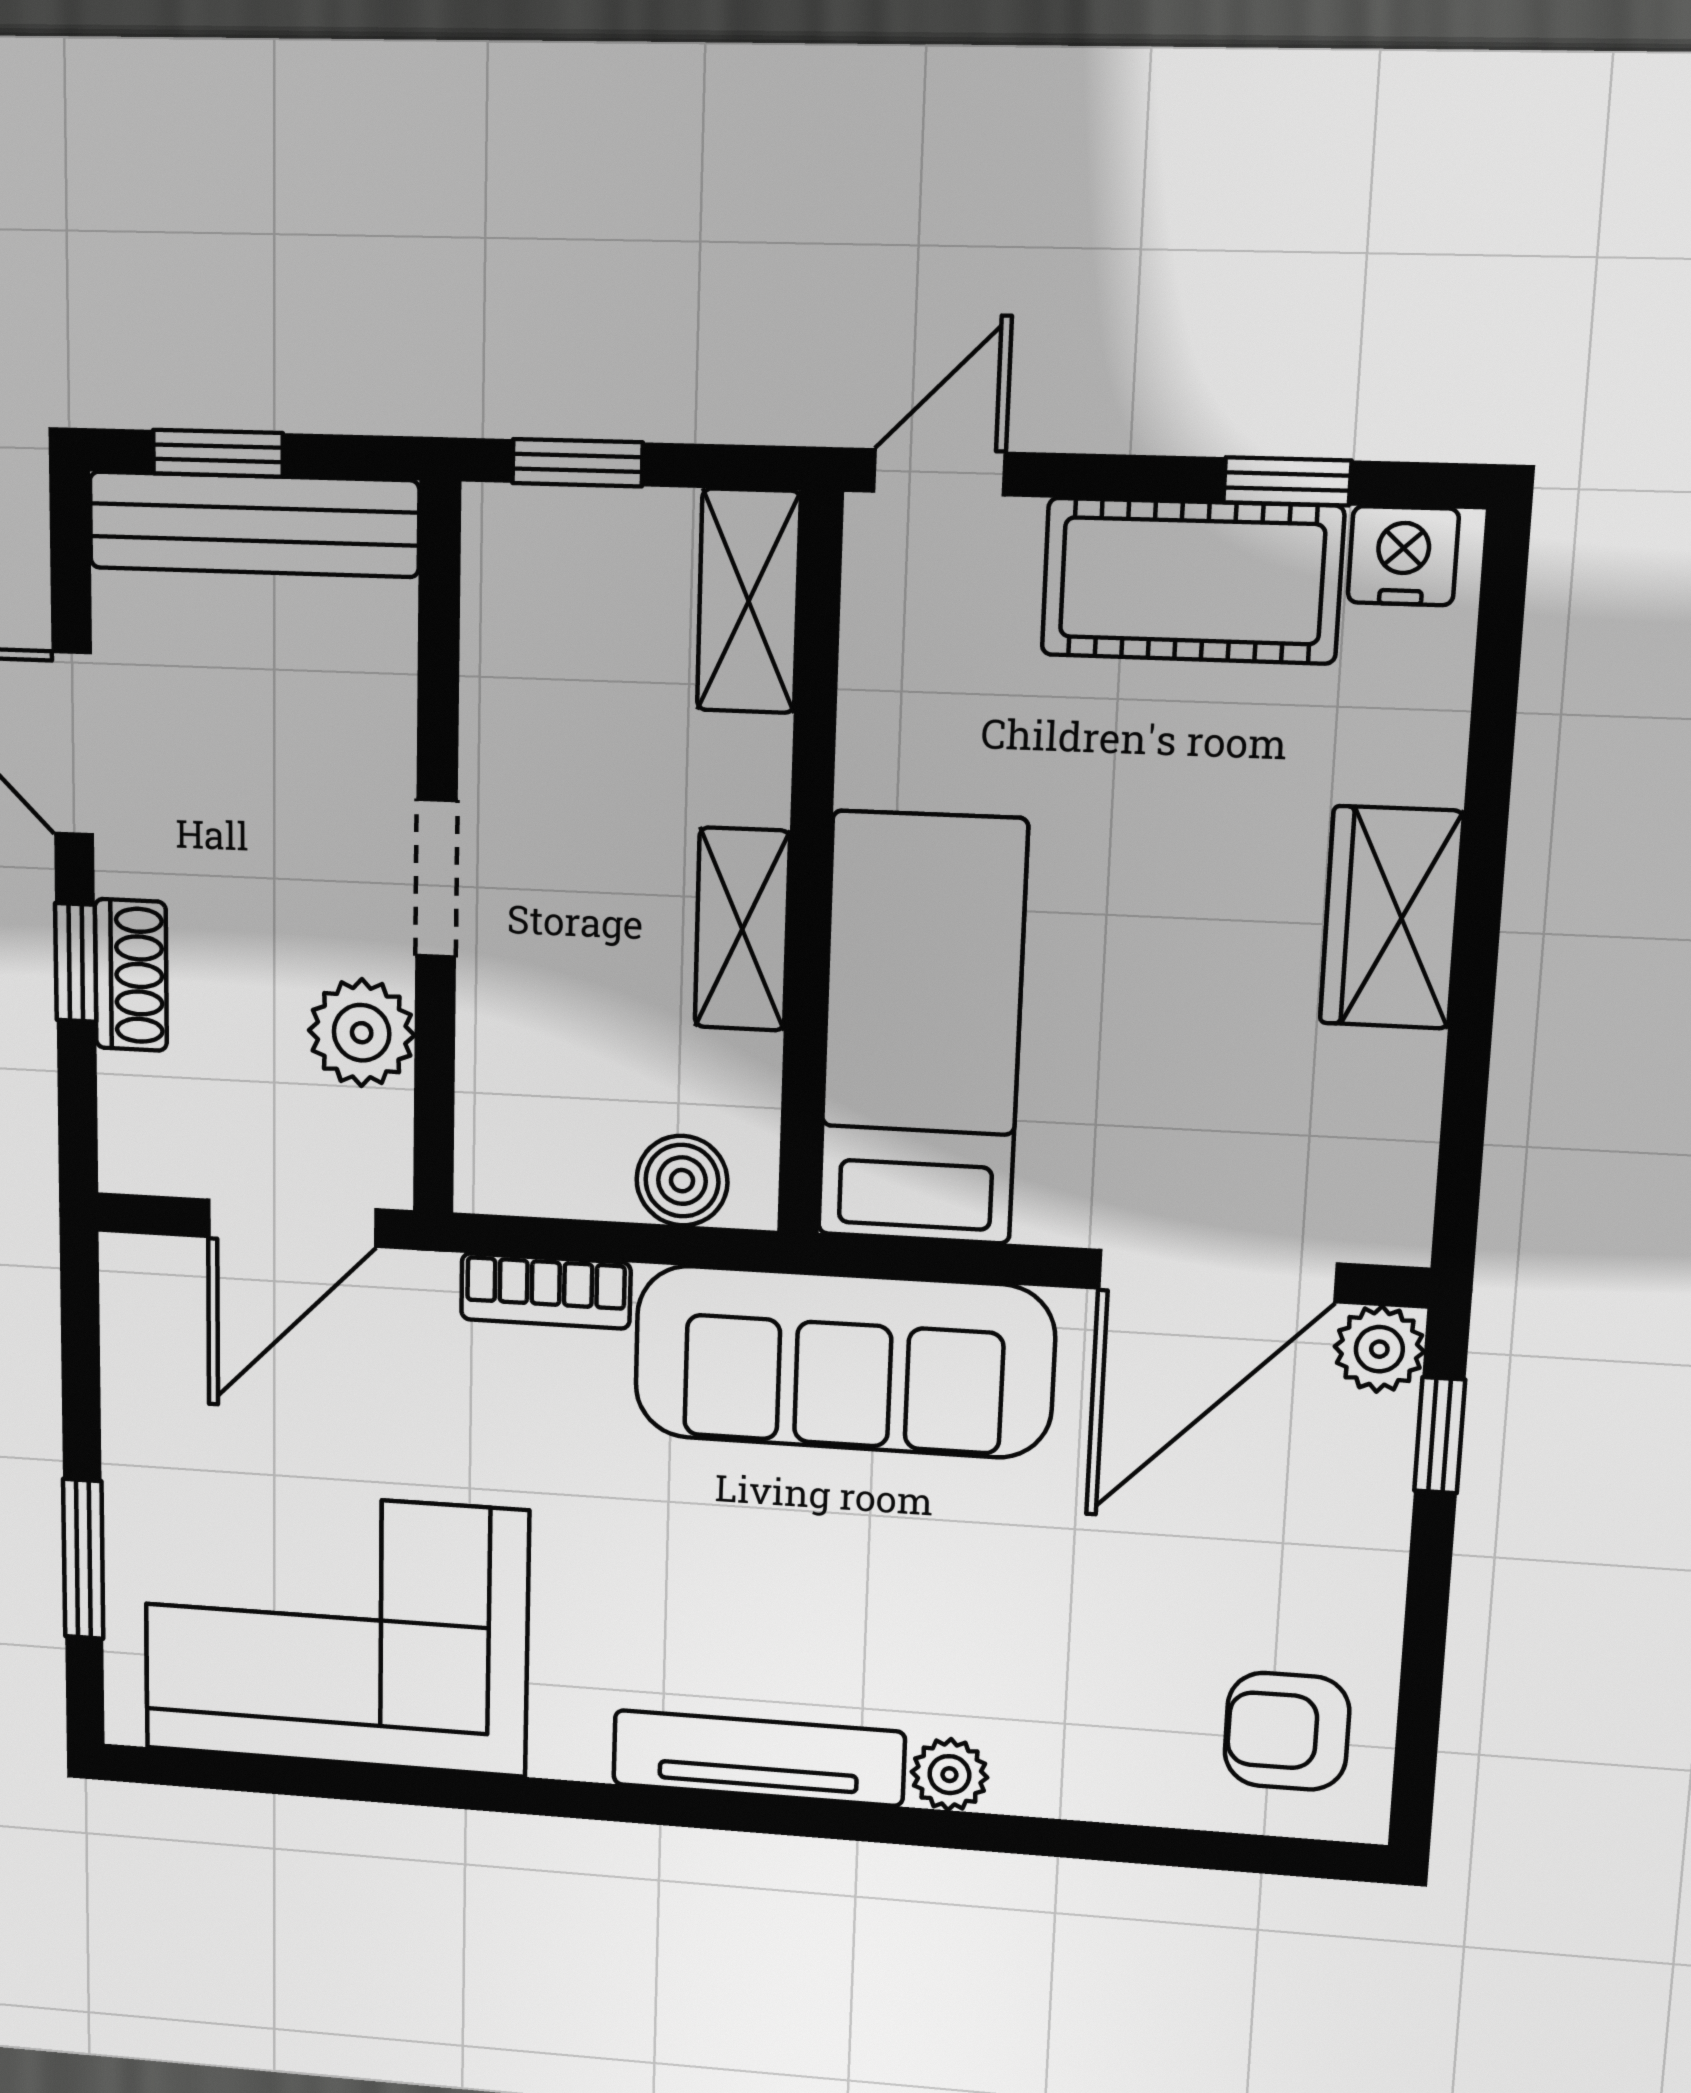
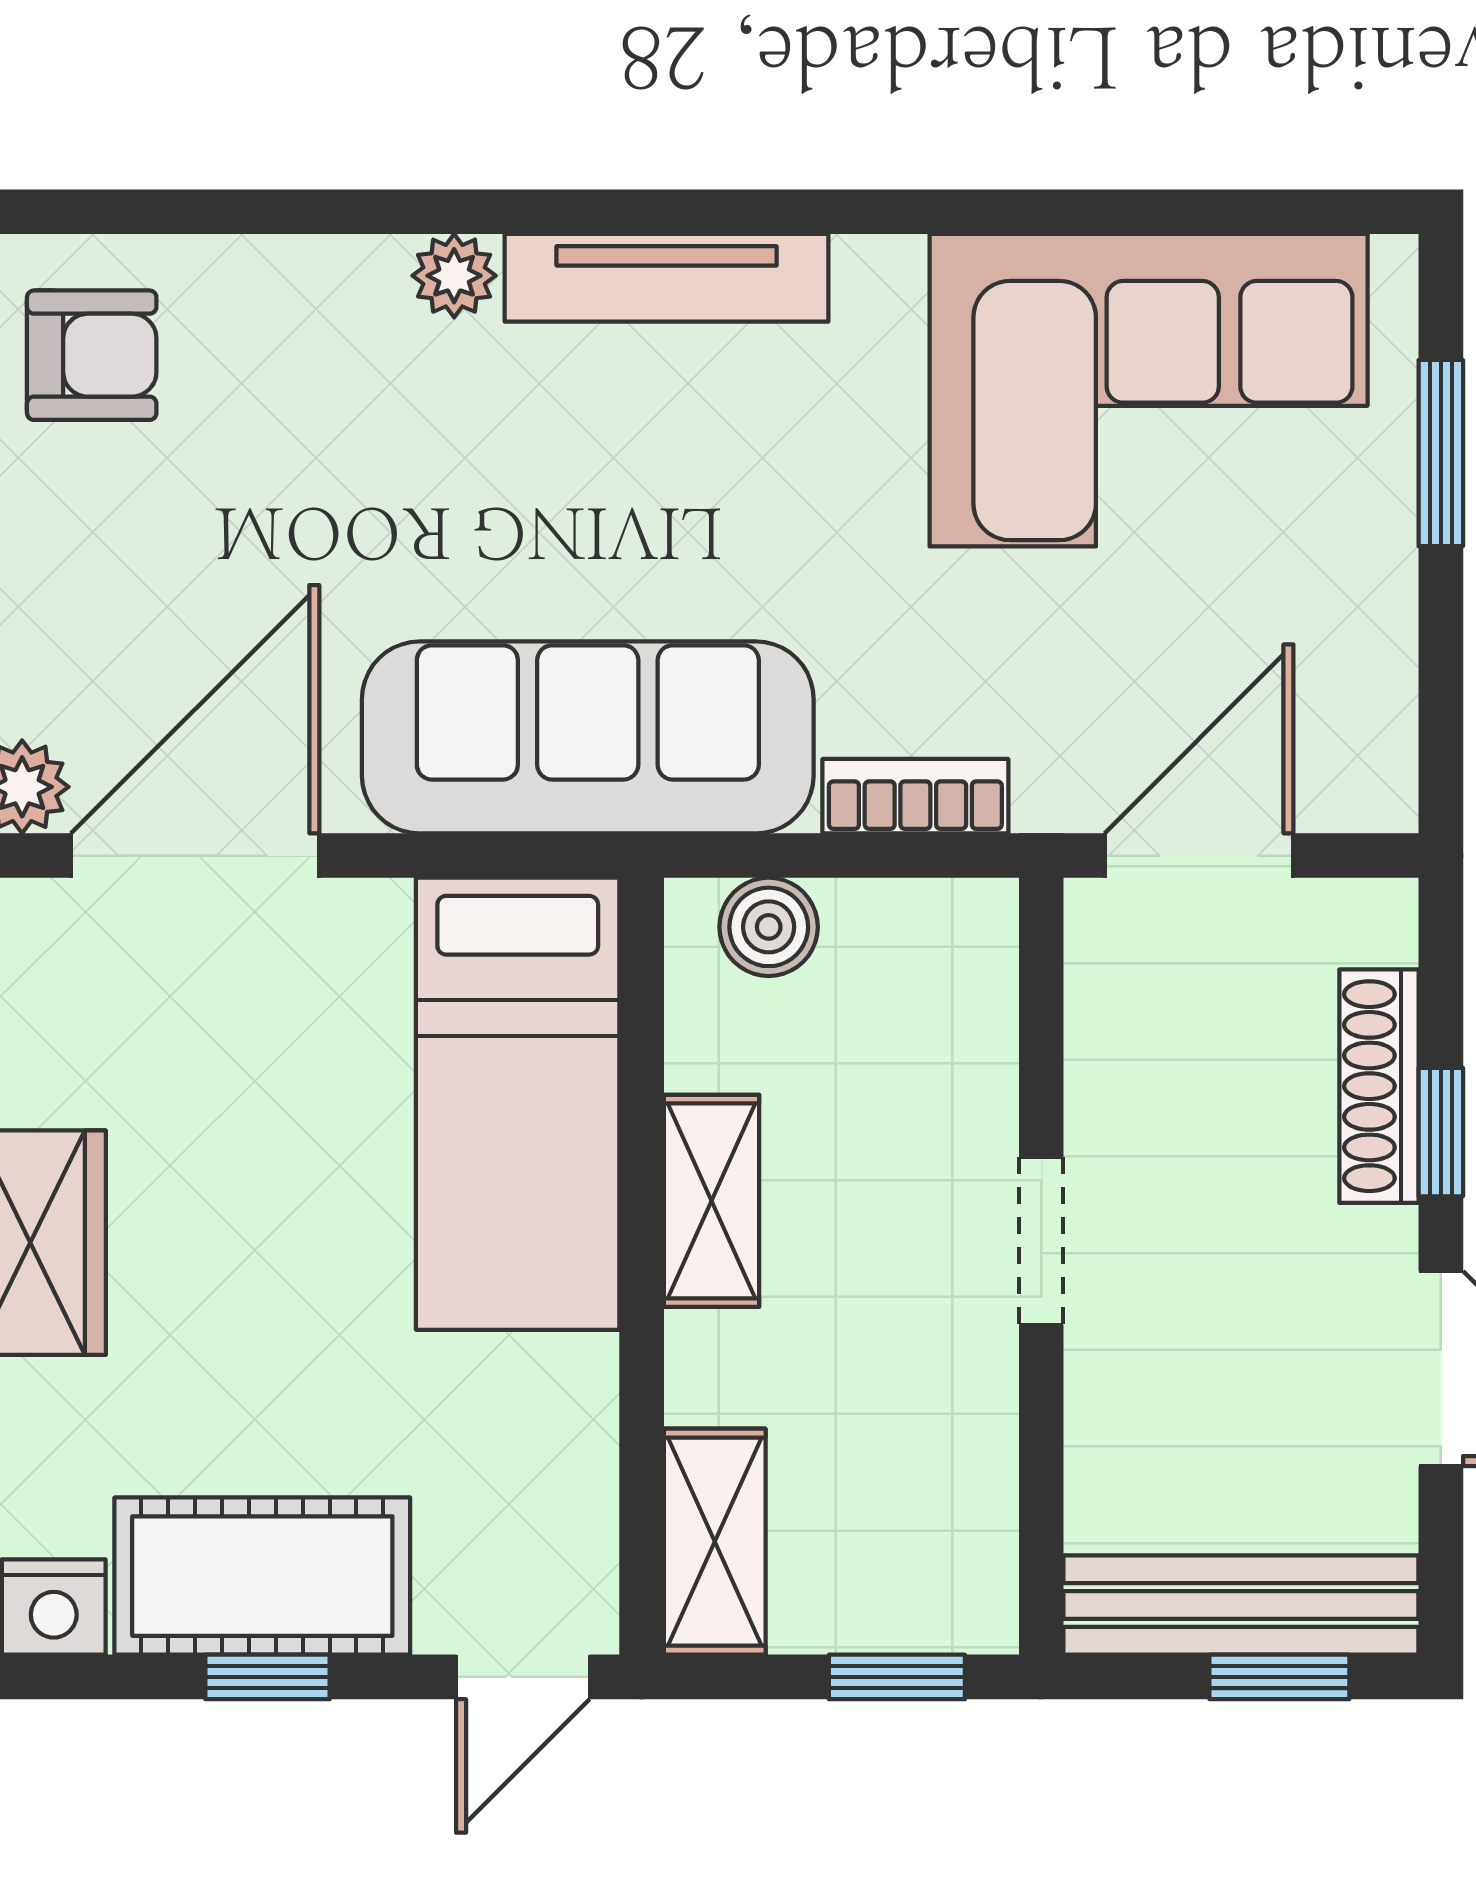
window: (1287, 481) -> (268, 1677), moved
shoe rack: (131, 975) -> (1379, 1086), width x1.43
plant: (362, 1033) -> (1122, 1070), removed

